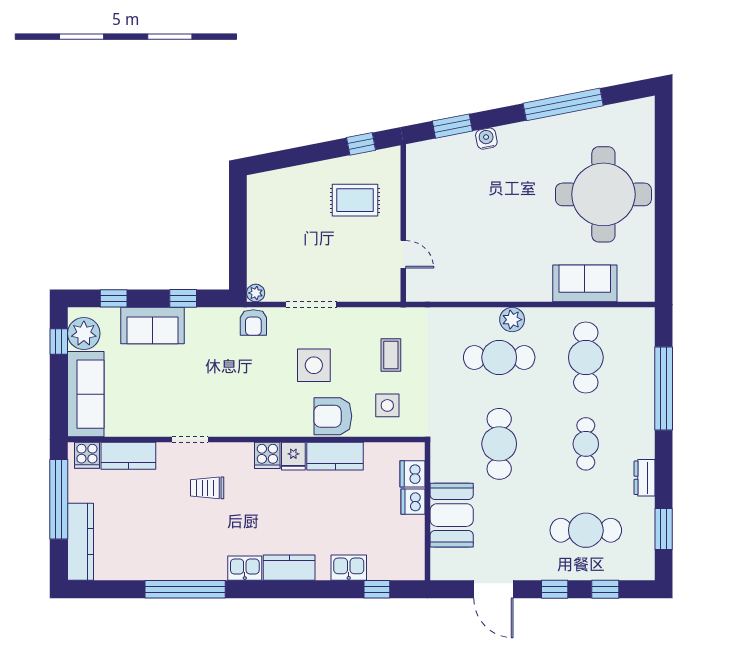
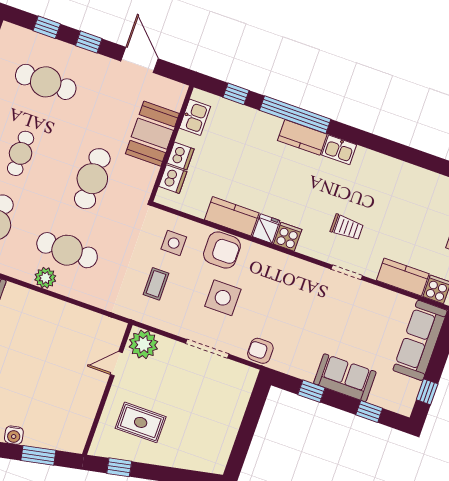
door: (403, 254) -> (116, 364), hinge flipped
plant: (256, 293) -> (143, 344), moved, width x1.88, depth x1.88
armchair: (253, 322) -> (260, 351), turned -90
plant: (84, 333) -> (404, 391), removed
kitchen sink: (349, 568) -> (195, 117), moved, turned -90
window: (185, 589) -> (295, 115), moved

